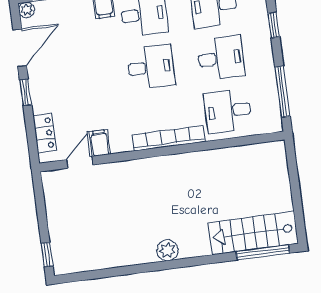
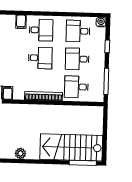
desk: (221, 58) -> (77, 59), turned 180
stairs: (253, 233) -> (71, 147), width x1.36, depth x1.51
plant: (167, 250) -> (20, 153), moved

